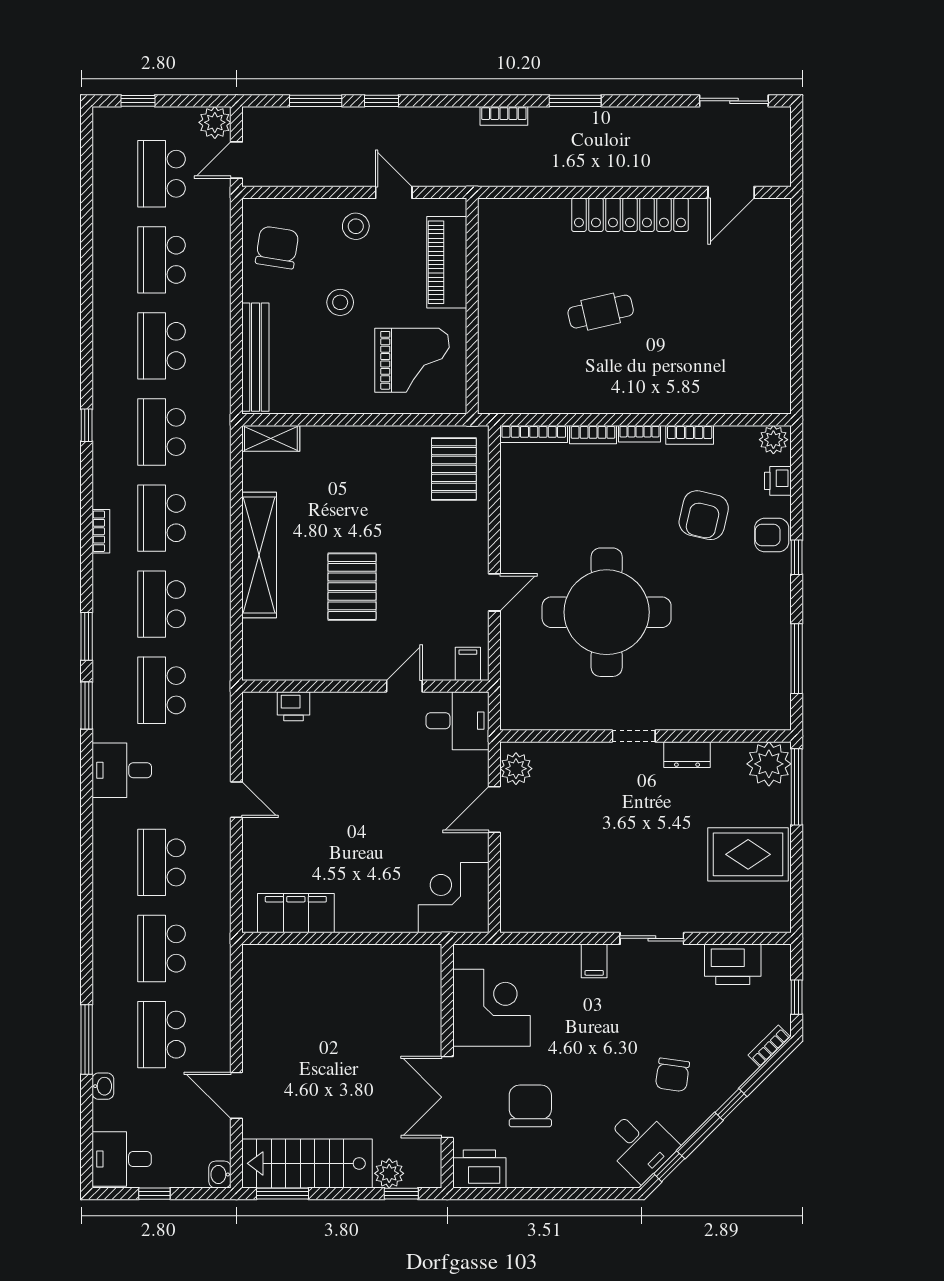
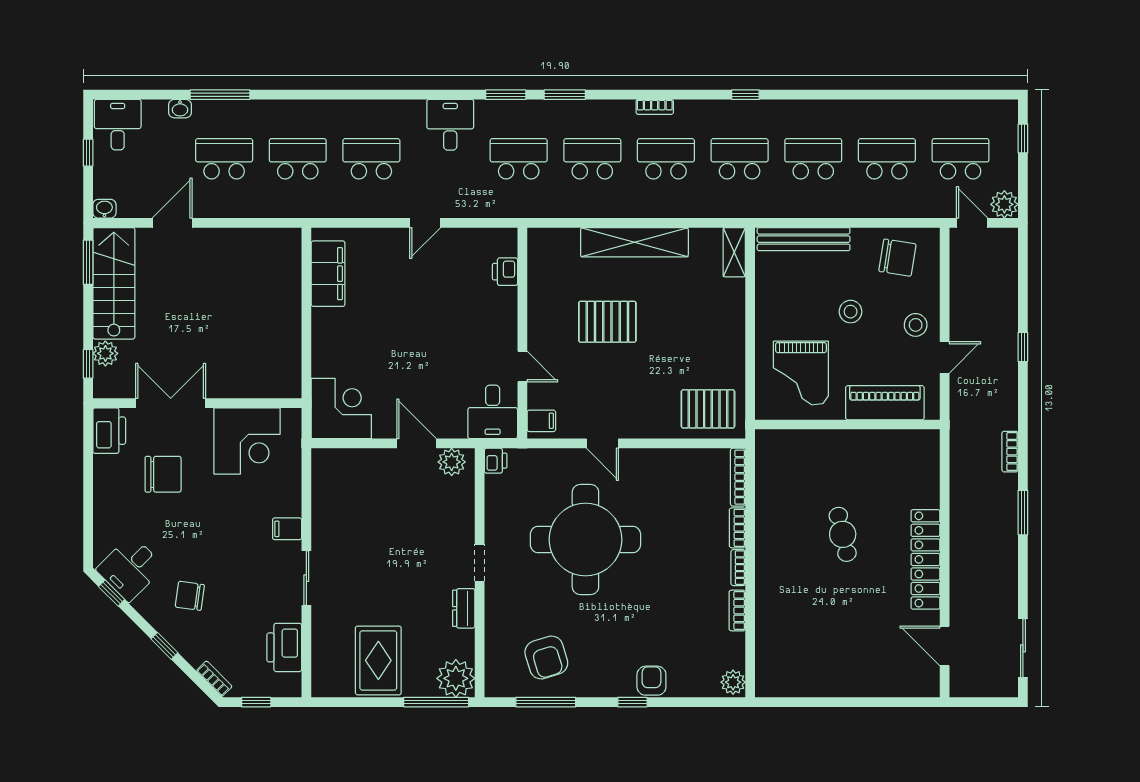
window: (316, 101) -> (1023, 291), removed
printer: (778, 481) -> (496, 461), moved, turned 90
armchair: (704, 515) -> (546, 658), moved, turned -120

